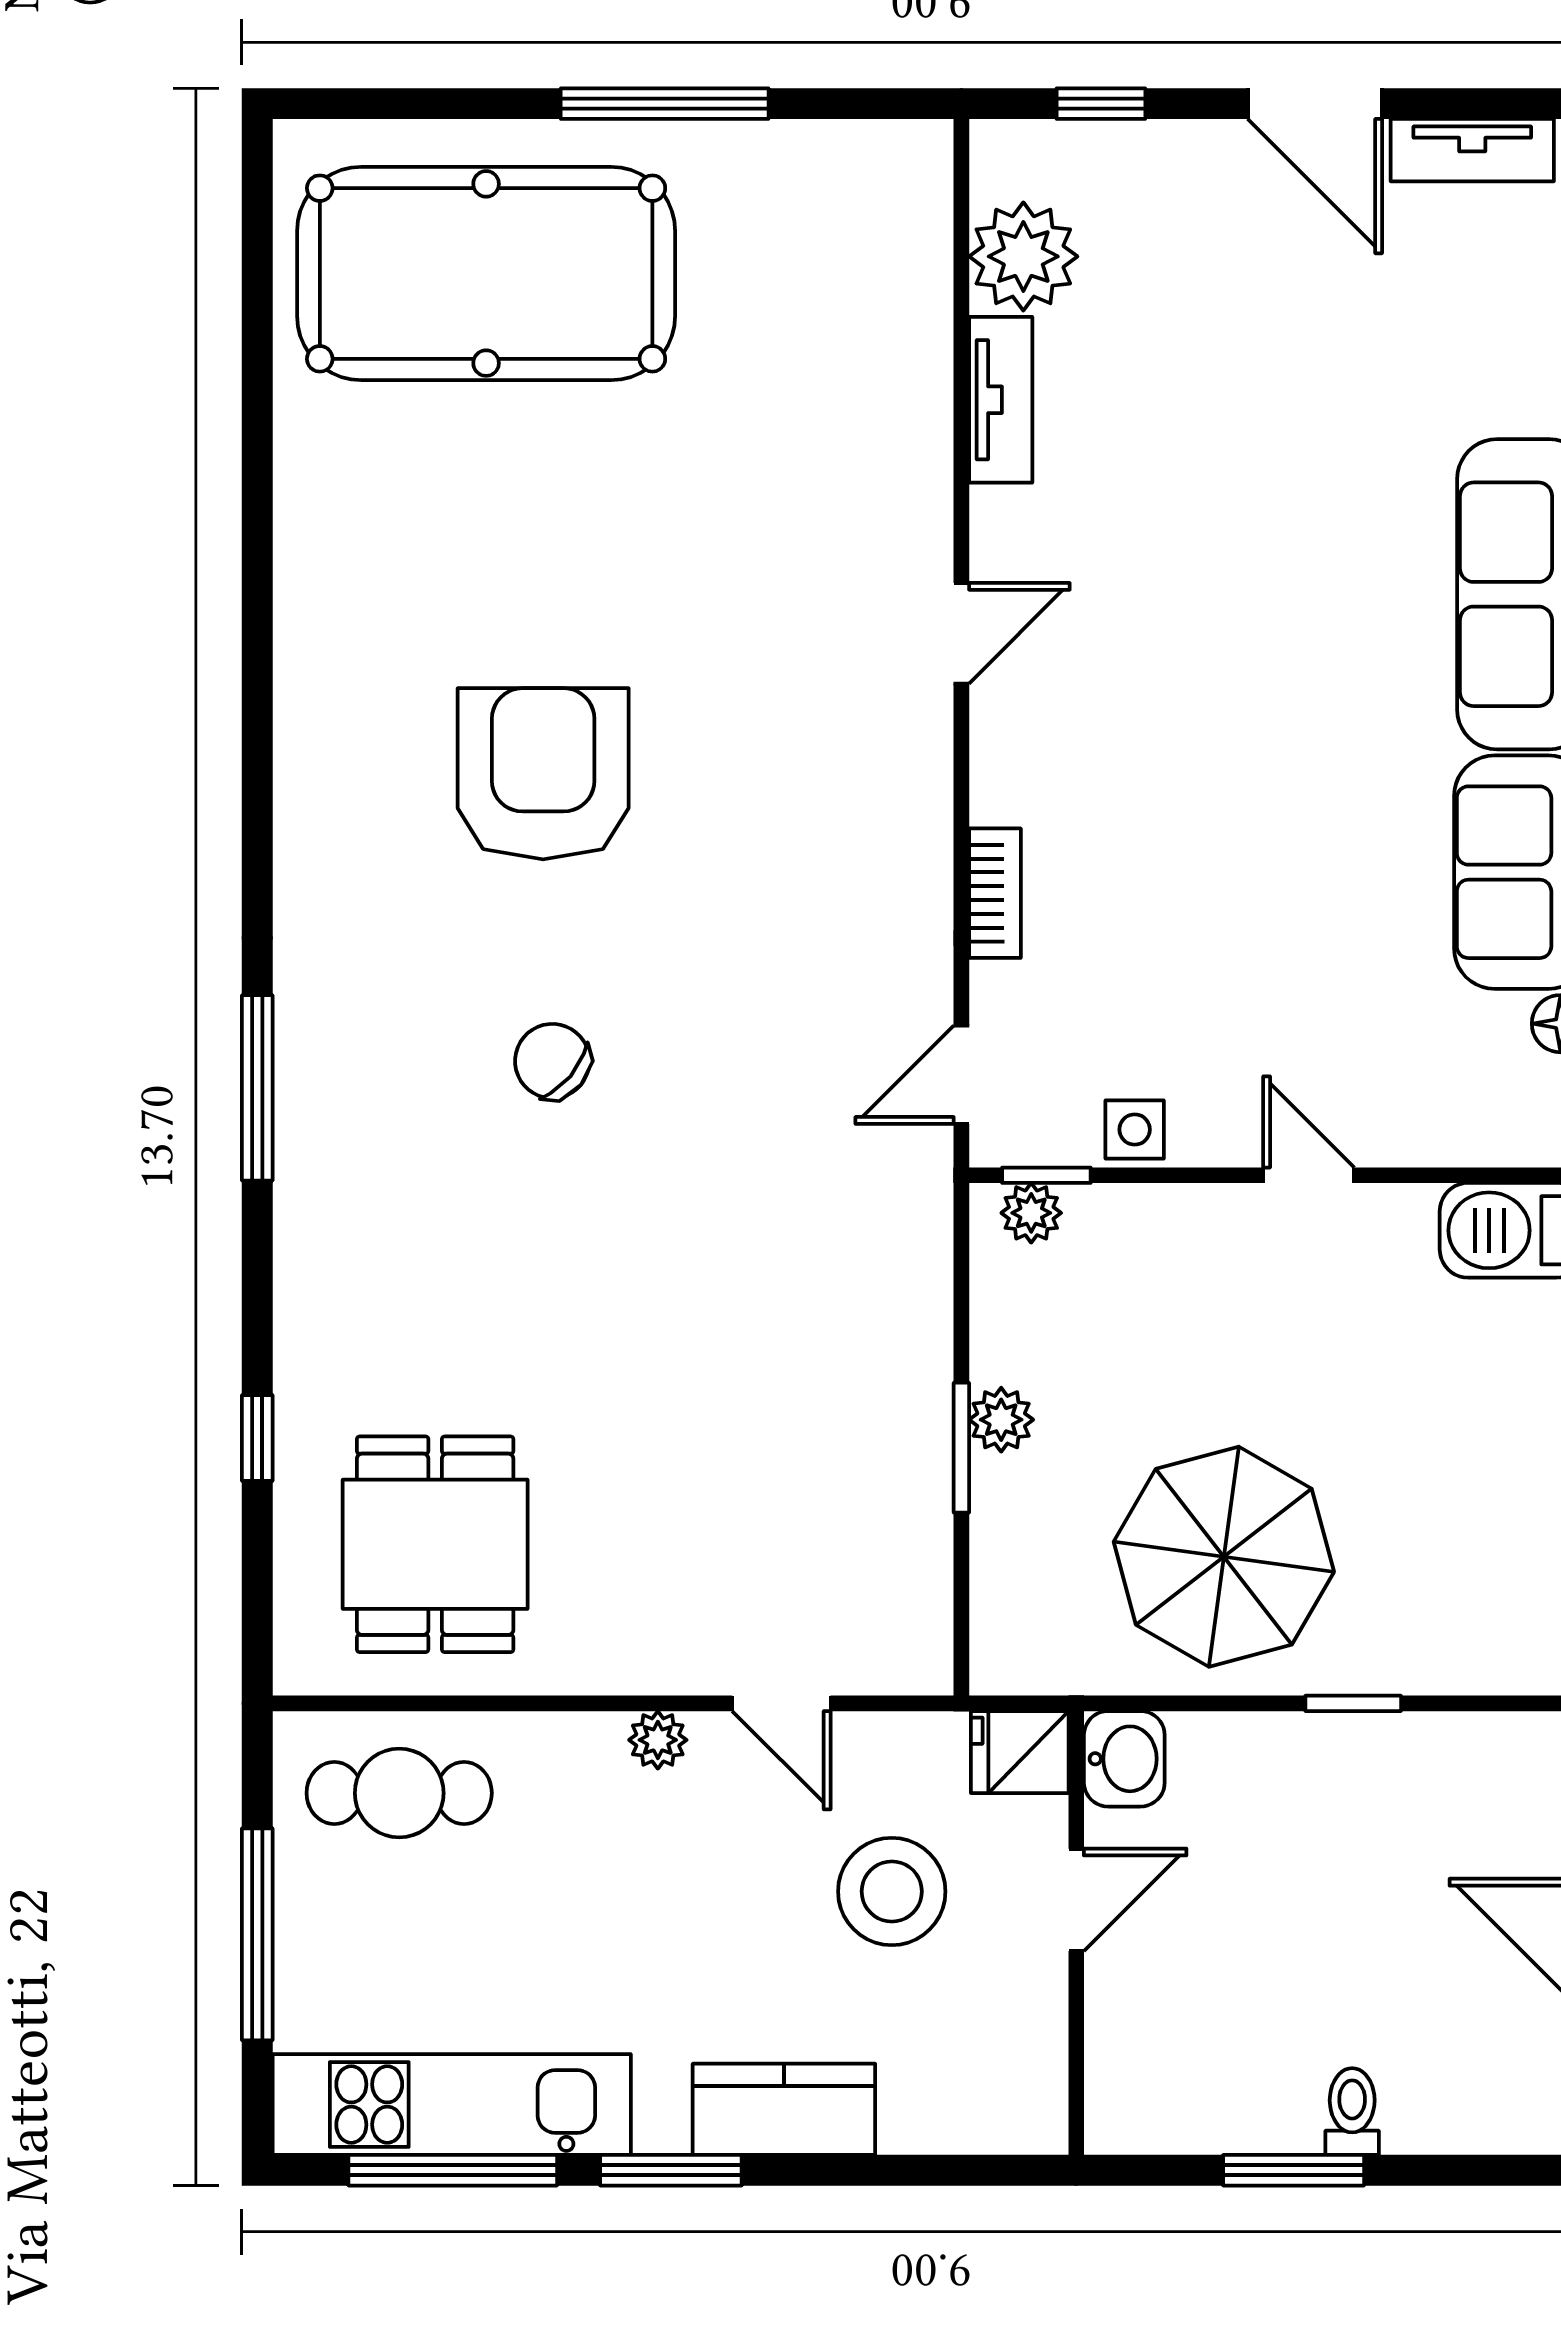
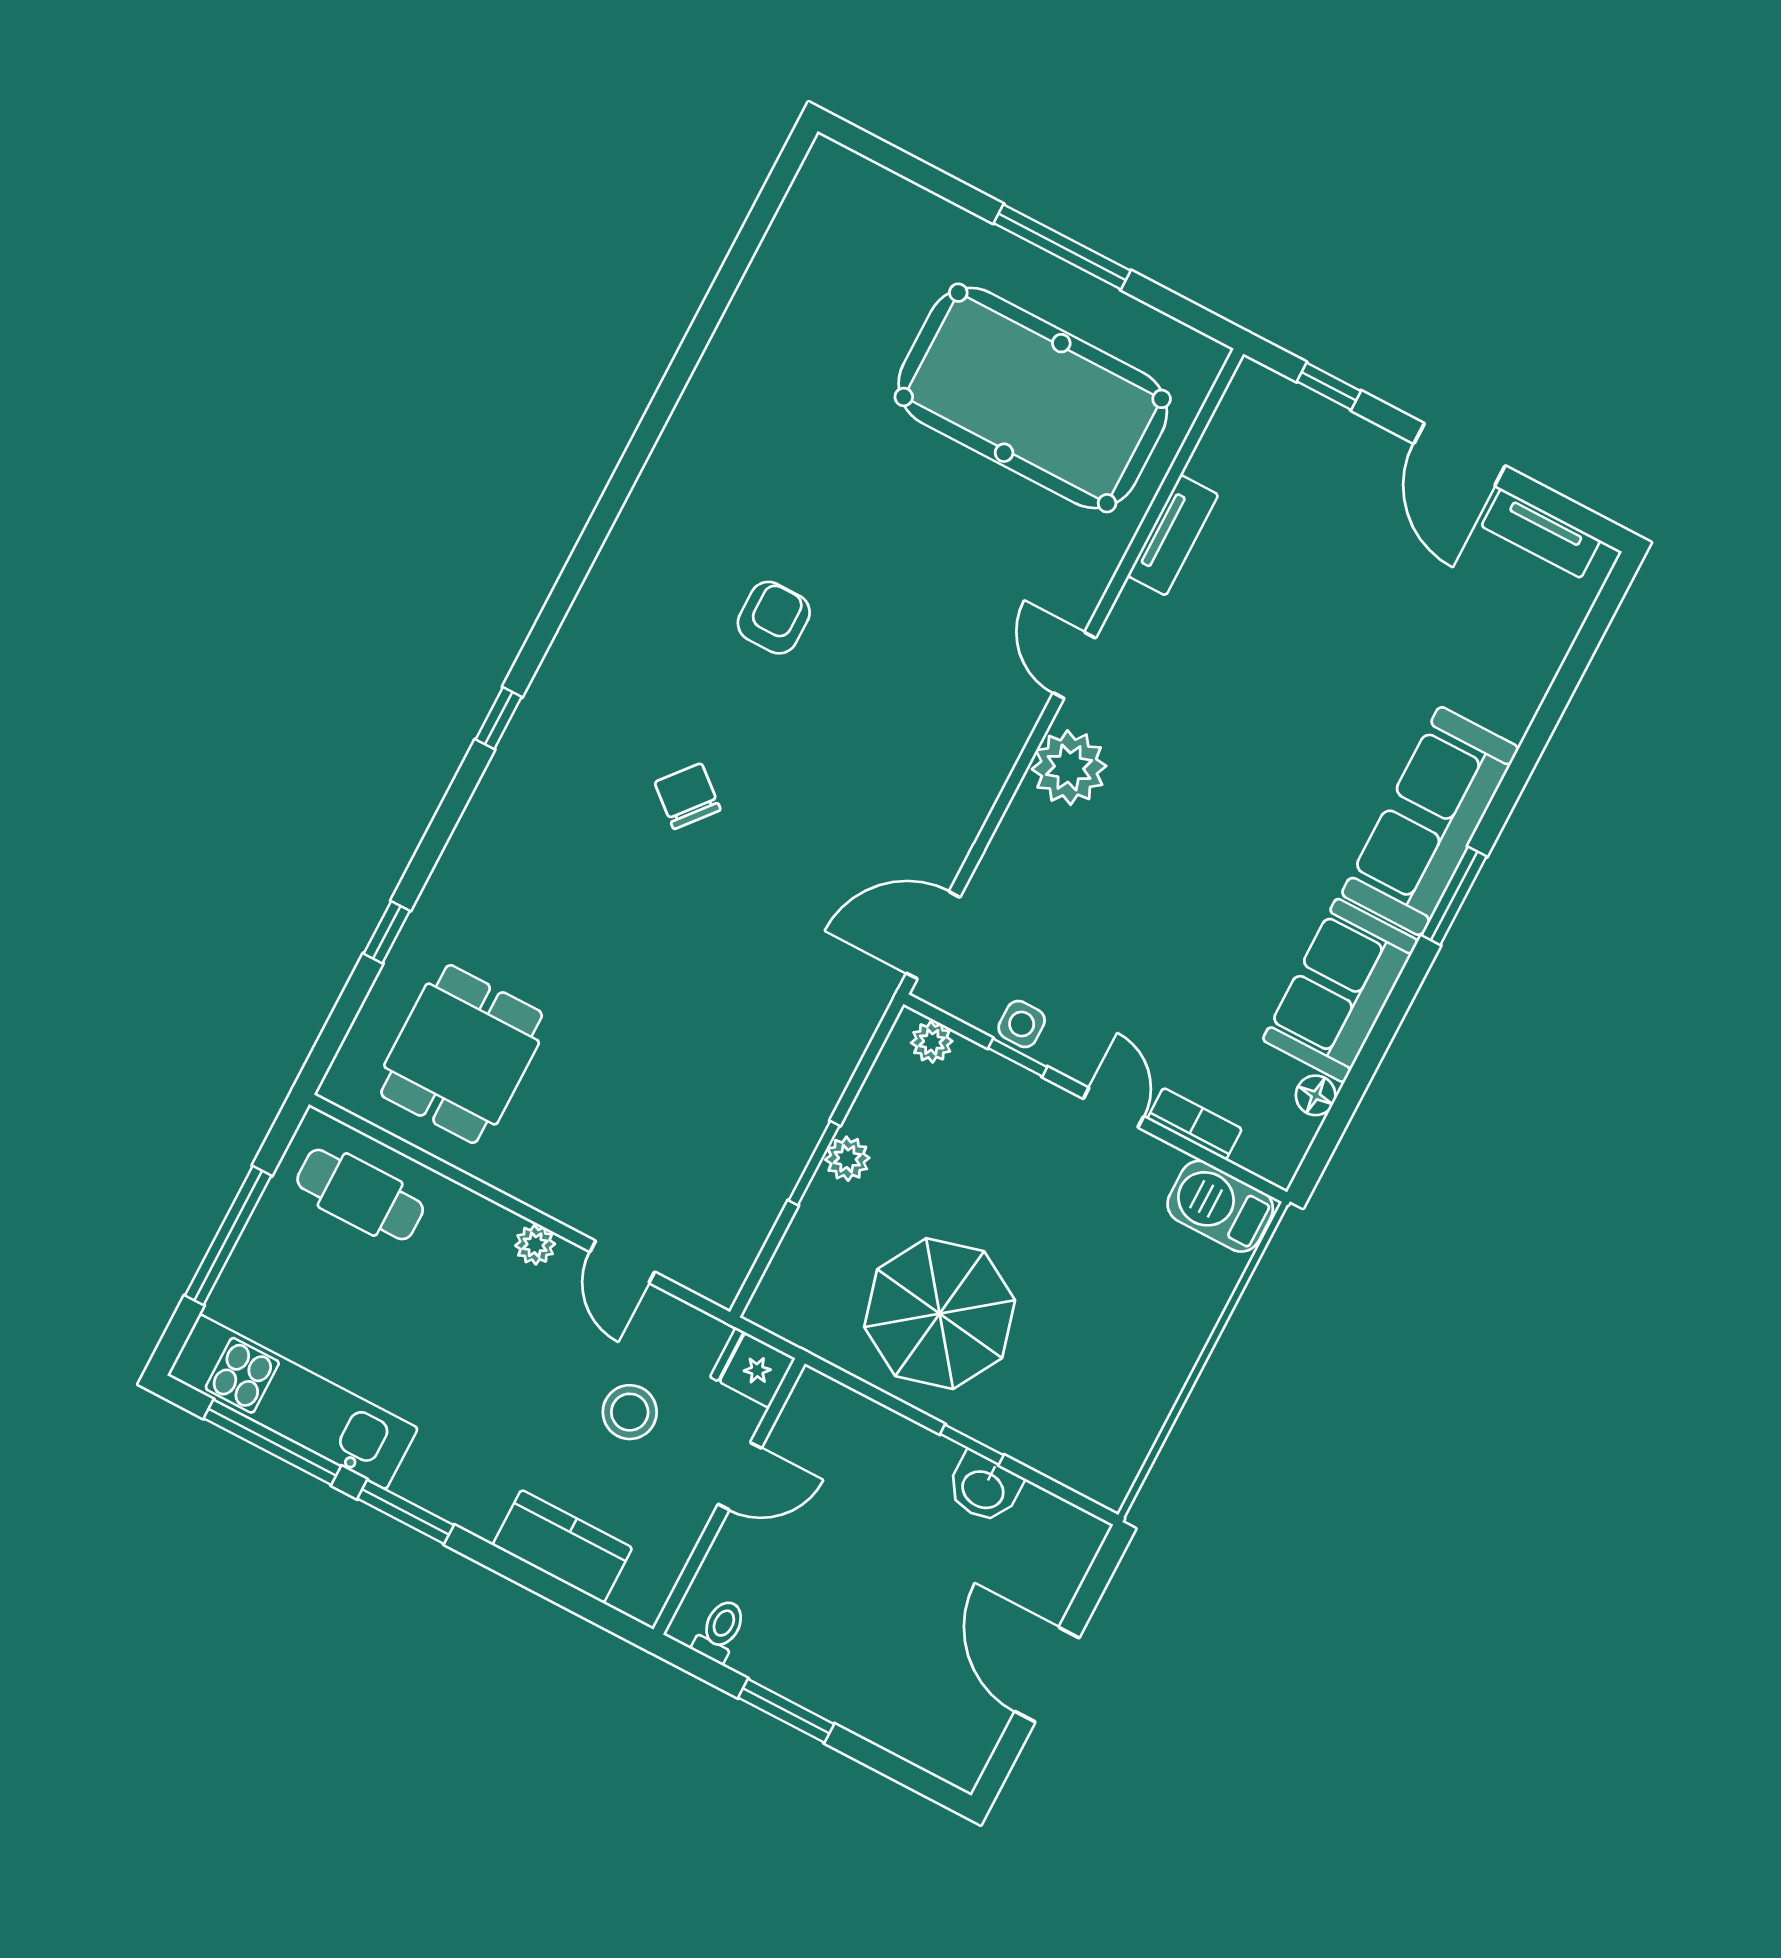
plant: (1023, 256) -> (1069, 768), moved
pool table: (486, 273) -> (1033, 398), moved
door: (961, 633) -> (1074, 665), swing flipped
armchair: (543, 774) -> (774, 618), width x0.53, depth x0.53
bookcase: (995, 893) -> (1195, 1124), moved, turned -90
door: (961, 1075) -> (933, 935), width x1.38
window: (257, 1088) -> (499, 718), width x0.46
window: (1046, 1175) -> (1018, 1058), moved
washbasin: (1124, 1759) -> (984, 1488), moved, turned 90
stool: (892, 1891) -> (630, 1412), width x0.73, depth x0.73
kitchen counter: (784, 2109) -> (562, 1546), moved
toilet: (1352, 2112) -> (720, 1631), moved

